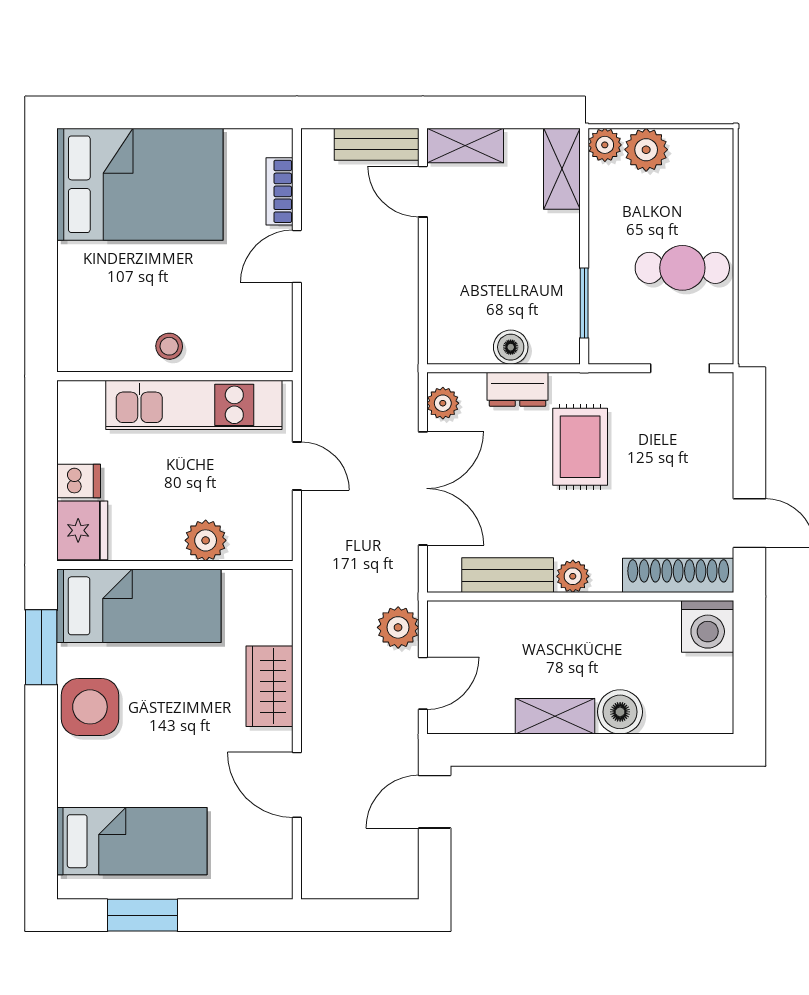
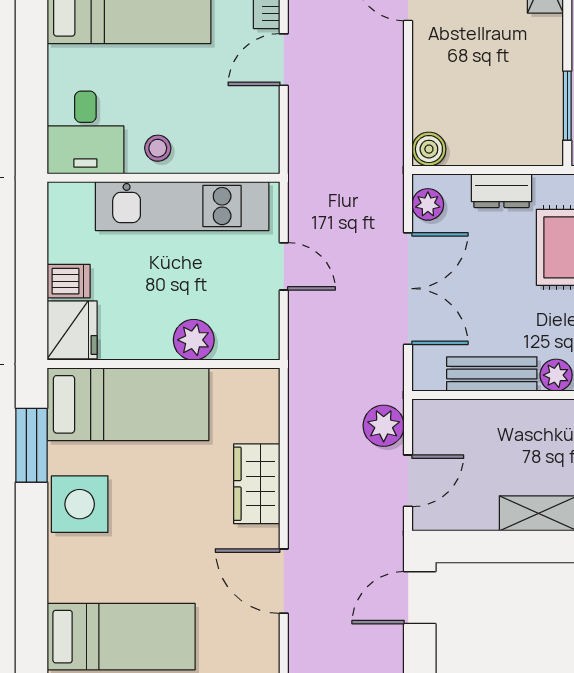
desk: (96, 330) -> (85, 132), added
boiler: (511, 347) -> (429, 149), moved

